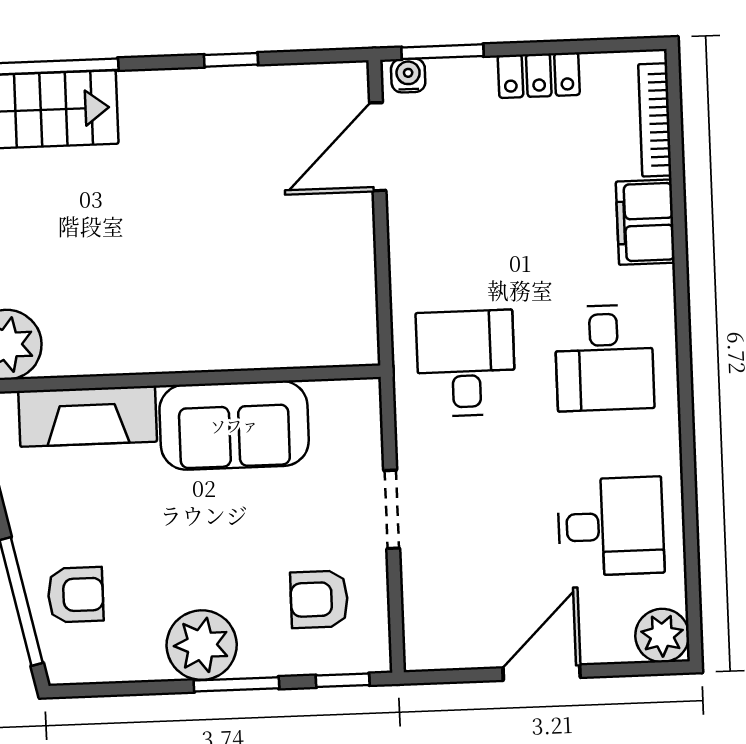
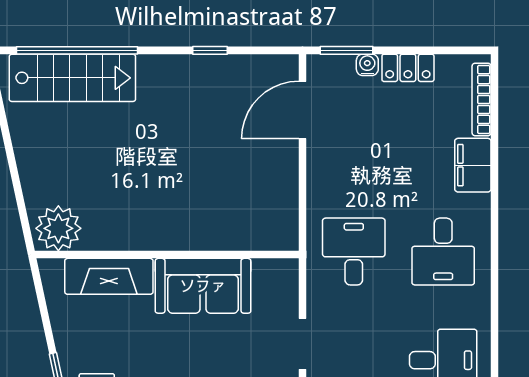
water cooler: (408, 76) -> (367, 65), moved

